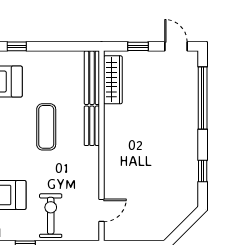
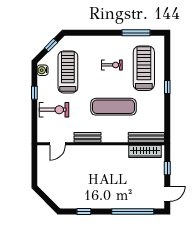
bench: (92, 126) -> (88, 137), moved
exercise mat: (46, 127) -> (113, 107), width x1.36, depth x1.45
door: (102, 210) -> (58, 144), hinge flipped

